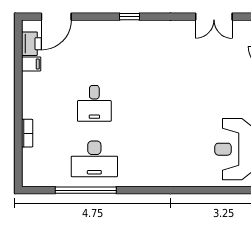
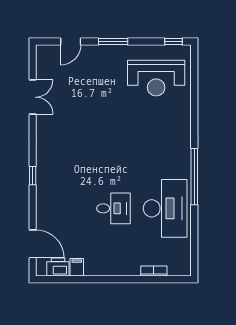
bookcase: (27, 133) -> (154, 271), moved
desk: (94, 159) -> (165, 208), width x1.36, depth x1.30
window: (86, 190) -> (194, 177), moved

